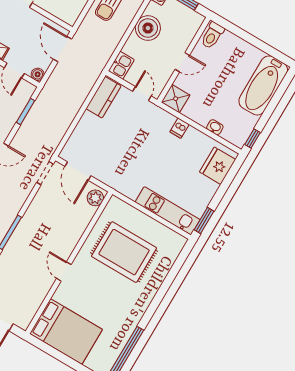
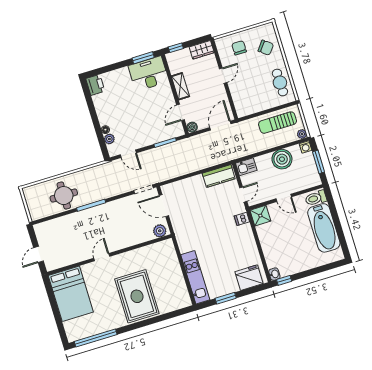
bathtub: (263, 85) -> (324, 228), moved, turned -90
washbasin: (215, 127) -> (274, 274), moved
dishwasher: (179, 128) -> (242, 219), moved
door: (78, 171) -> (164, 206), hinge flipped
window: (204, 220) -> (226, 298), moved
rug: (124, 252) -> (137, 296), moved

